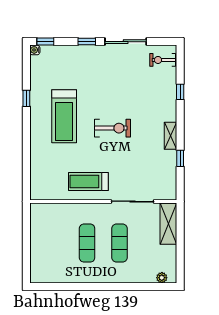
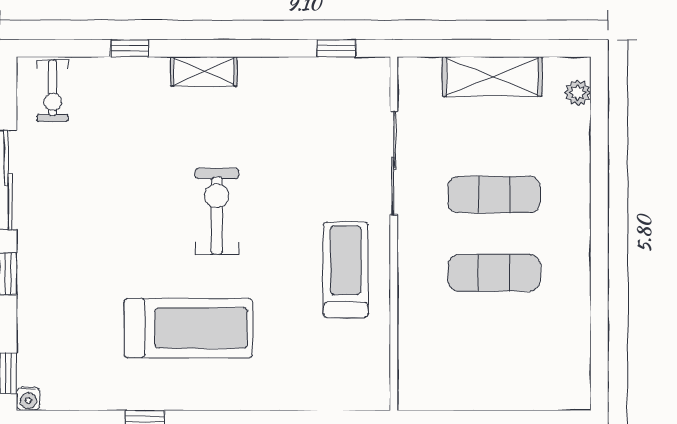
shelving: (171, 136) -> (204, 71), moved
window: (180, 158) -> (336, 48), moved
treadmill: (88, 182) -> (346, 270), turned 180
shelving: (168, 224) -> (492, 77), moved

